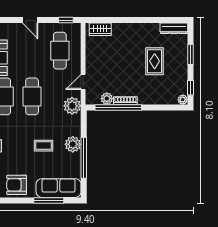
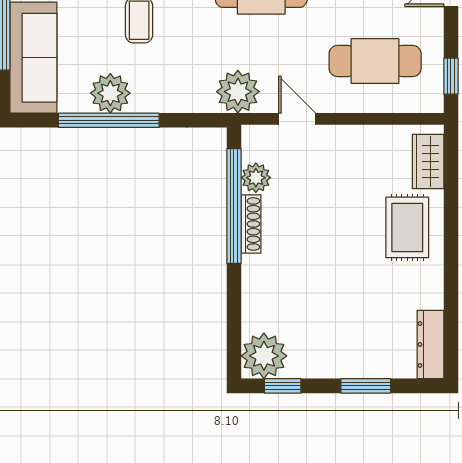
rug: (155, 61) -> (407, 227), moved, turned 90
plant: (183, 100) -> (264, 356), width x1.88, depth x1.88
plant: (73, 144) -> (110, 93), moved

